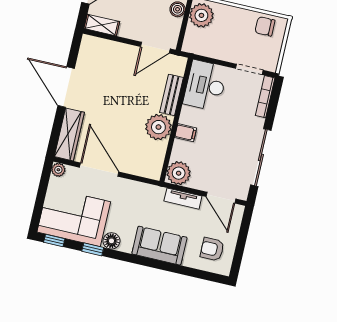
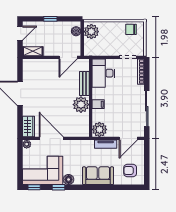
wardrobe: (69, 134) -> (28, 127), width x0.67
door: (221, 198) -> (128, 138), hinge flipped

